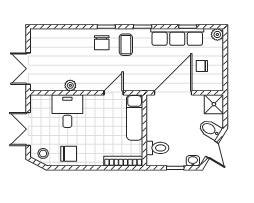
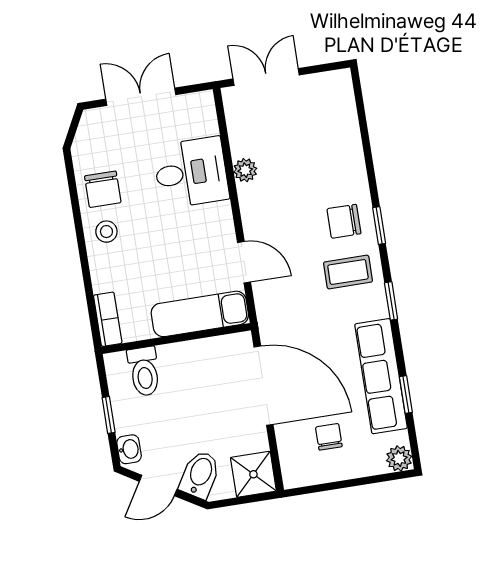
stool: (43, 153) -> (106, 232), moved
bookcase: (123, 161) -> (108, 319), width x0.64

